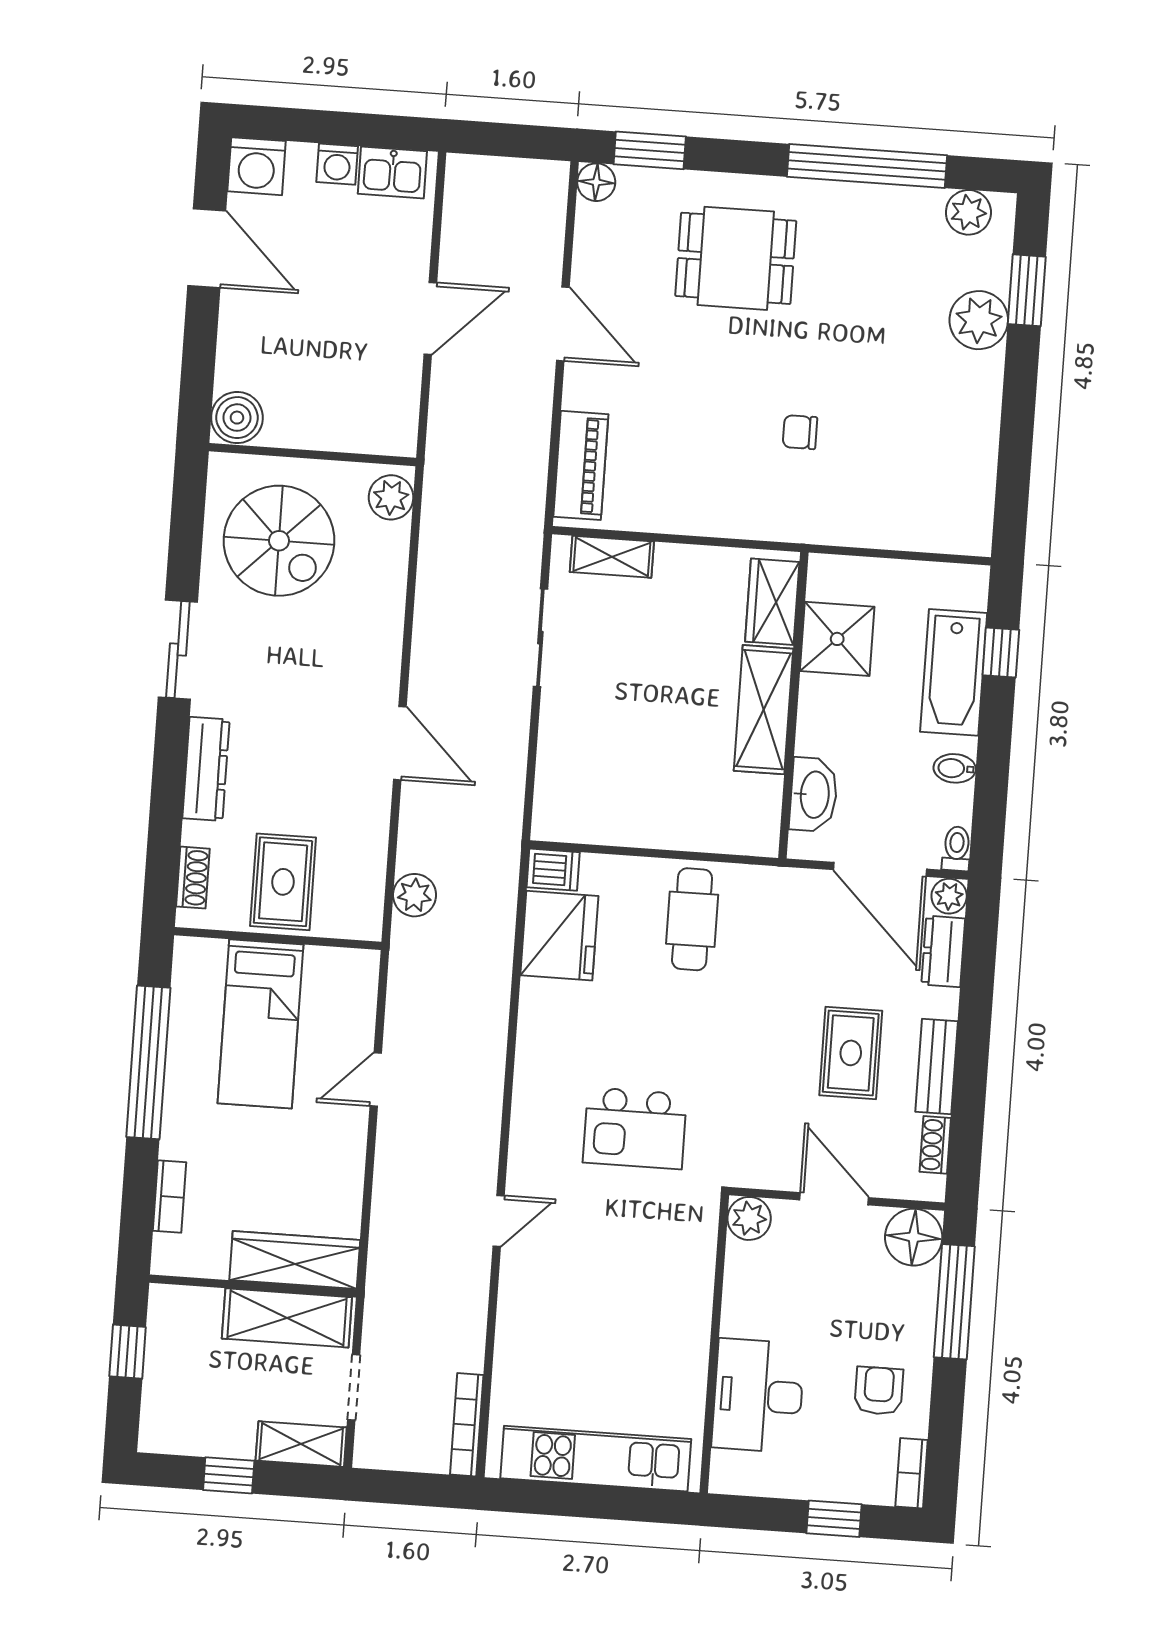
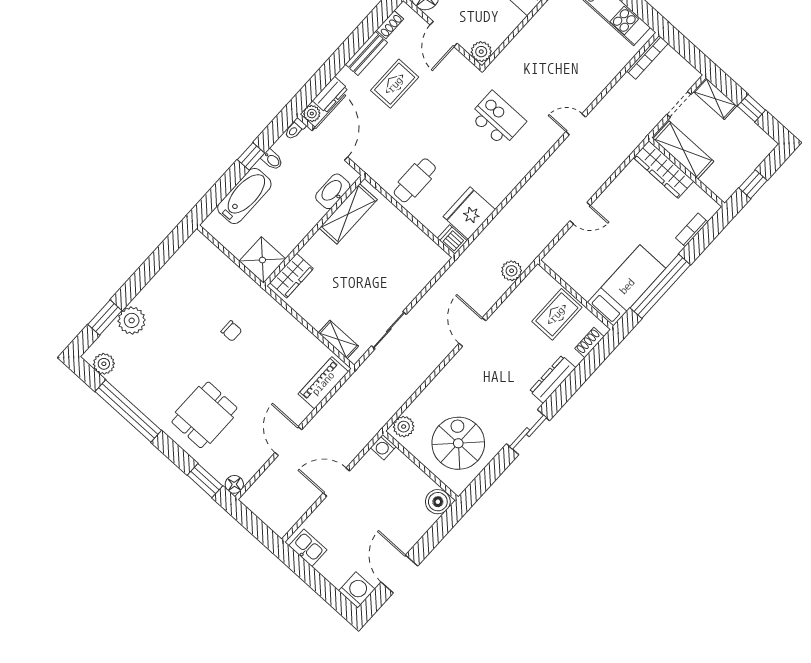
washing machine: (337, 164) -> (383, 447), moved, turned 180
dining table: (736, 258) -> (204, 415), turned 90
shower: (837, 639) -> (262, 260), moved
window: (1001, 653) -> (251, 156), moved
shelving: (764, 710) -> (348, 214), moved
bed: (261, 1024) -> (627, 286), moved

